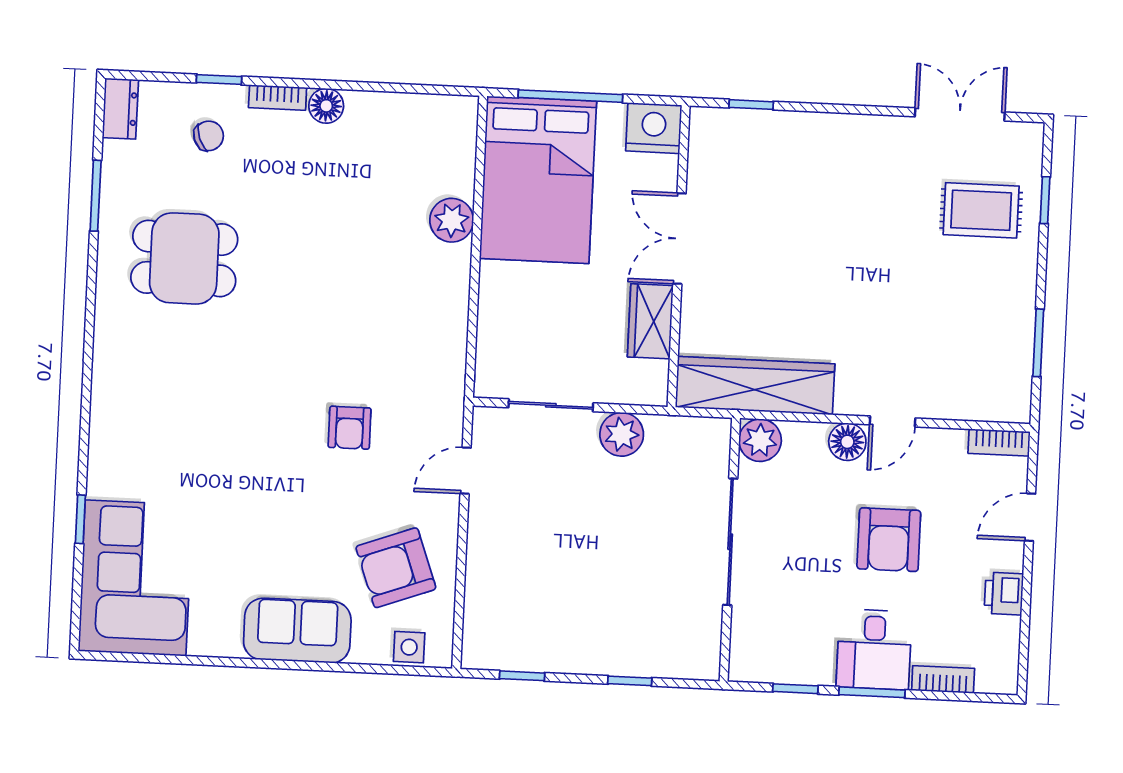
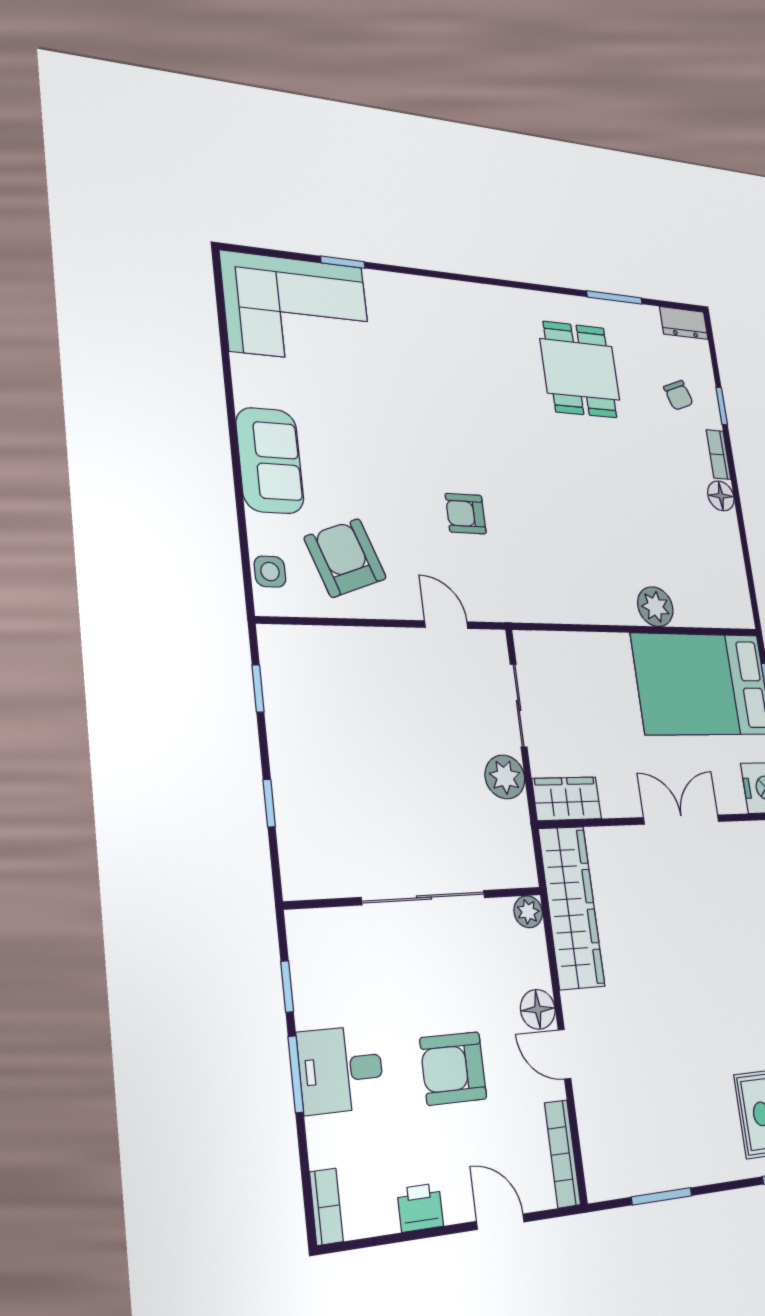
wardrobe: (650, 321) -> (567, 799), moved
plant: (760, 440) -> (528, 912), width x0.73, depth x0.73
bookcase: (999, 443) -> (562, 1154), width x1.56
bookcase: (943, 679) -> (326, 1207), moved

